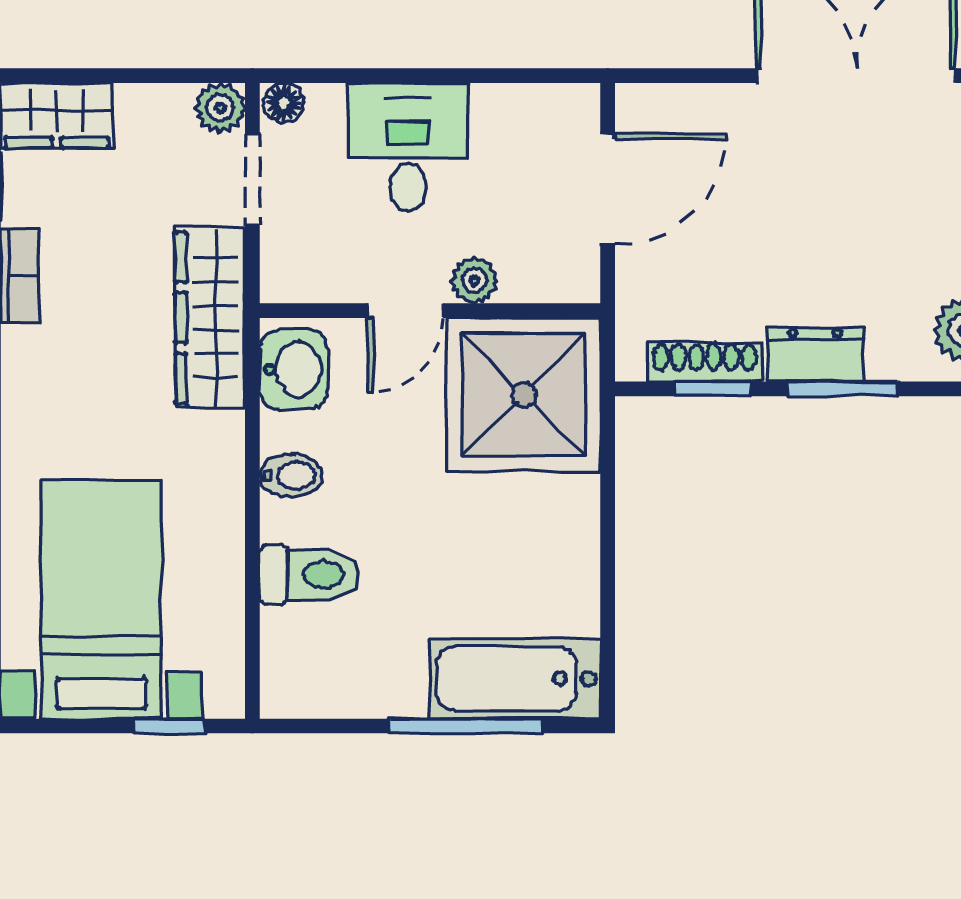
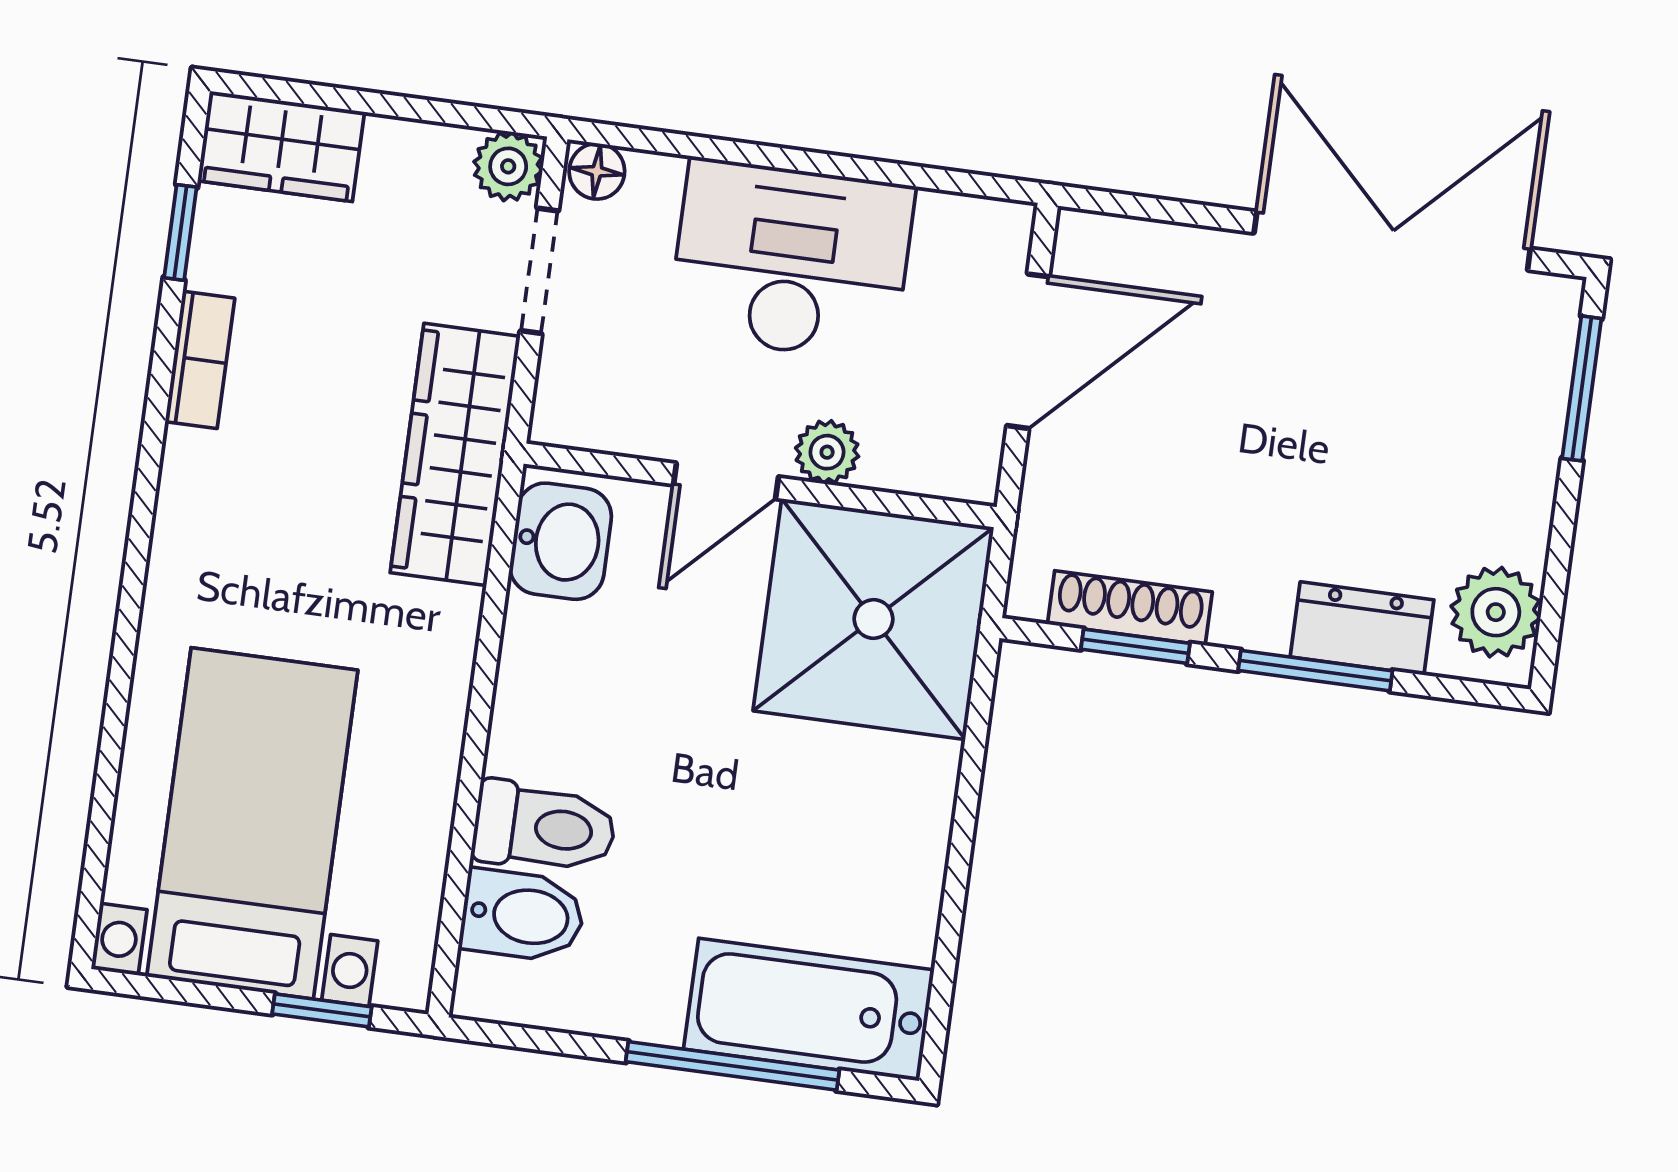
desk: (408, 147) -> (791, 260), width x1.37
dresser: (815, 354) -> (1362, 628), moved
bidet: (291, 476) -> (523, 916), moved, width x1.38, depth x1.36

